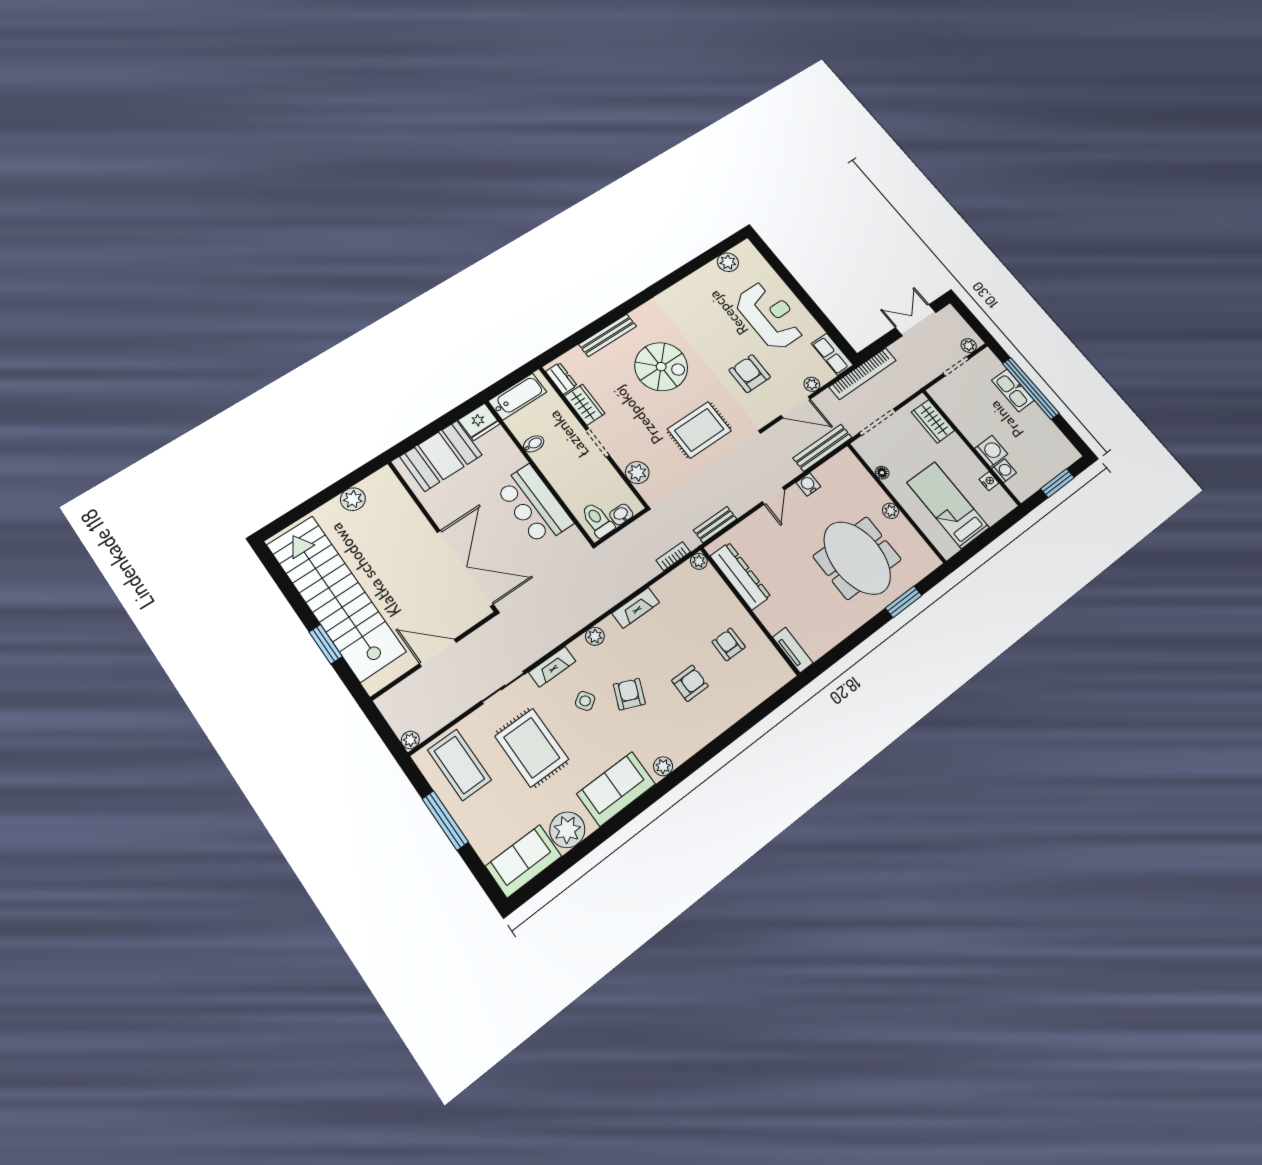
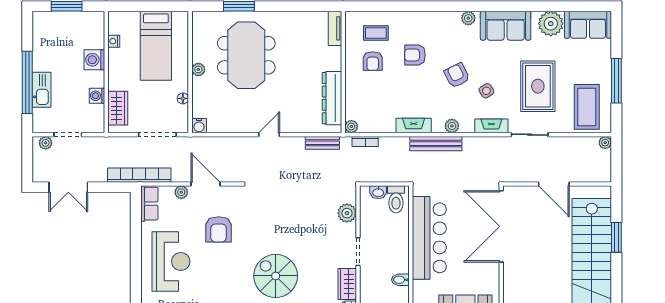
reception desk: (770, 316) -> (171, 261), turned 180
rug: (699, 430) -> (284, 214), removed
bench: (822, 448) -> (436, 144), moved
washing machine: (1004, 471) -> (97, 96), moved
water cooler: (808, 484) -> (199, 126), moved
bar counter: (534, 505) -> (429, 238), width x1.36
coffee table: (748, 676) -> (376, 33), added
armchair: (629, 694) -> (457, 75), turned 131

